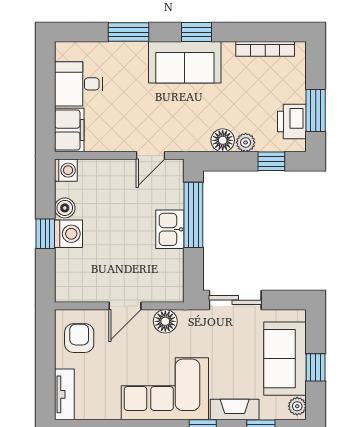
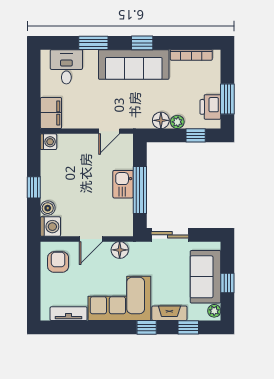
sofa: (185, 62) -> (134, 64), width x1.36
desk: (79, 84) -> (66, 67), moved, turned 90
boiler: (65, 208) -> (48, 208), moved
window: (193, 215) -> (140, 190), moved
washing machine: (68, 234) -> (50, 227), moved
tv unit: (64, 394) -> (69, 314), moved, turned -90

